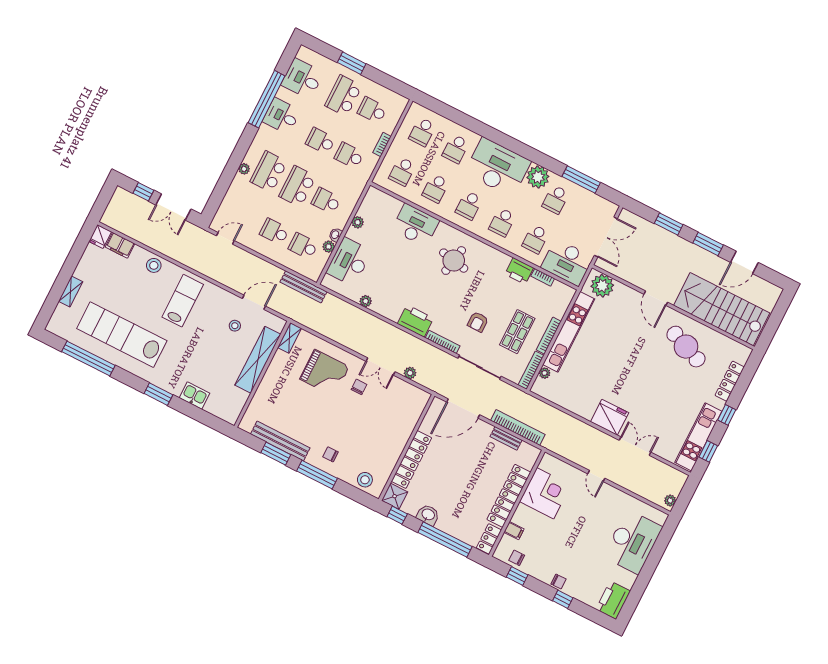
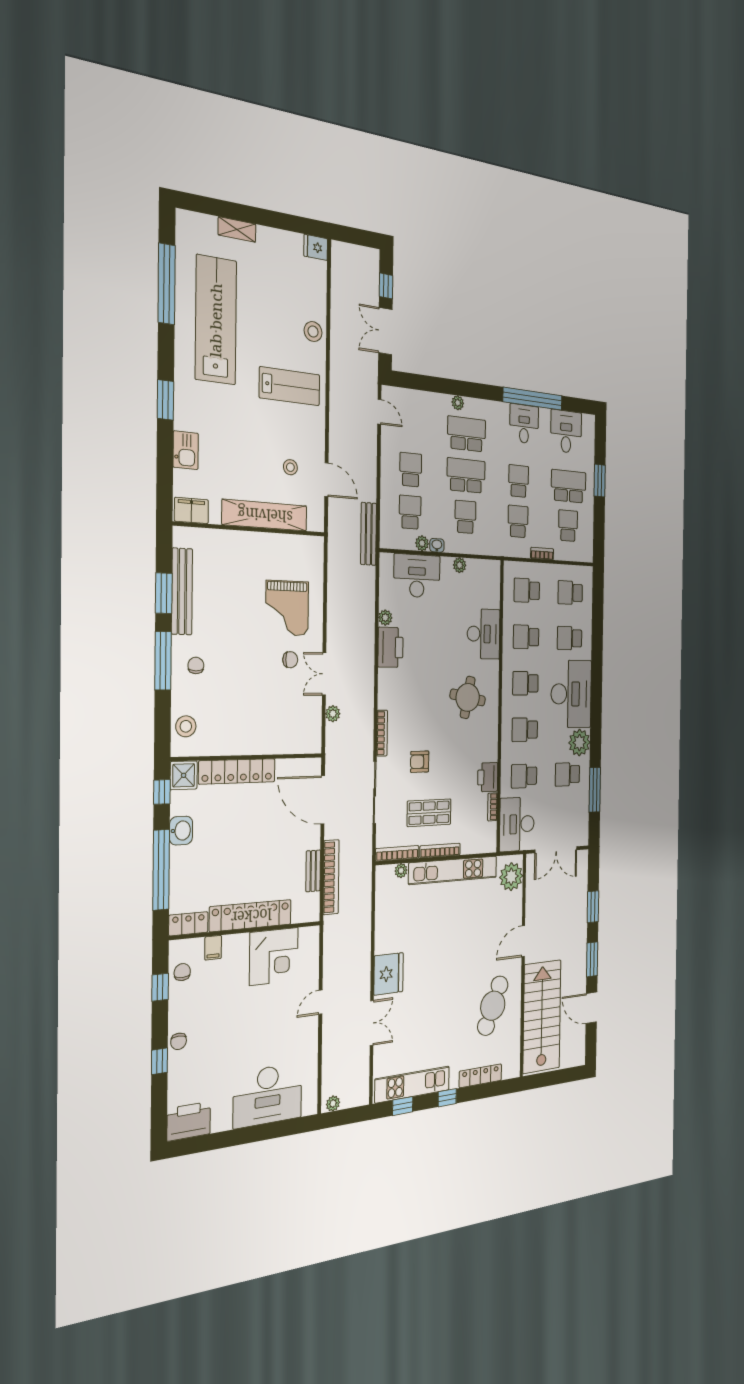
filing cabinet: (120, 245) -> (191, 511), moved, turned 90
printer: (415, 321) -> (390, 647), moved
shelving: (289, 338) -> (307, 544), removed

